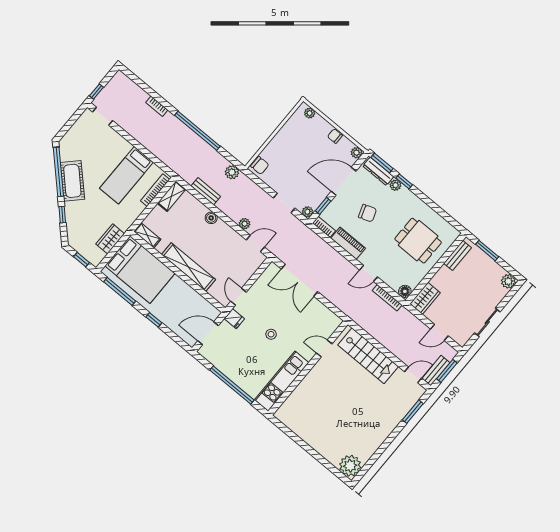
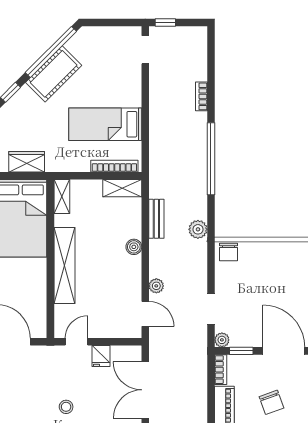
fridge: (234, 319) -> (101, 356), moved

